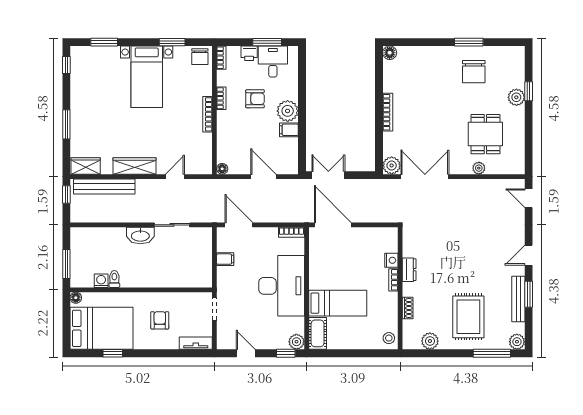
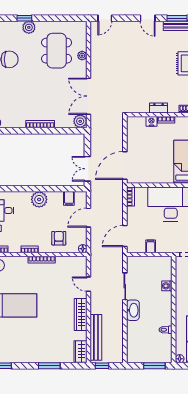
armchair: (255, 99) -> (59, 238), moved
filing cabinet: (289, 130) -> (69, 198), moved
dining table: (485, 134) -> (57, 51), width x1.38
washing machine: (101, 281) -> (167, 286), moved

